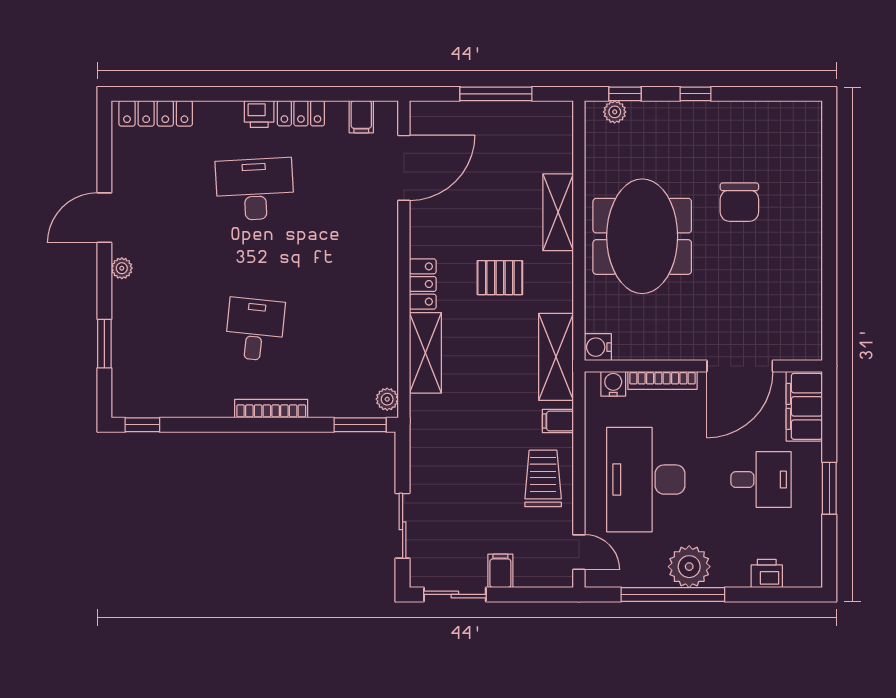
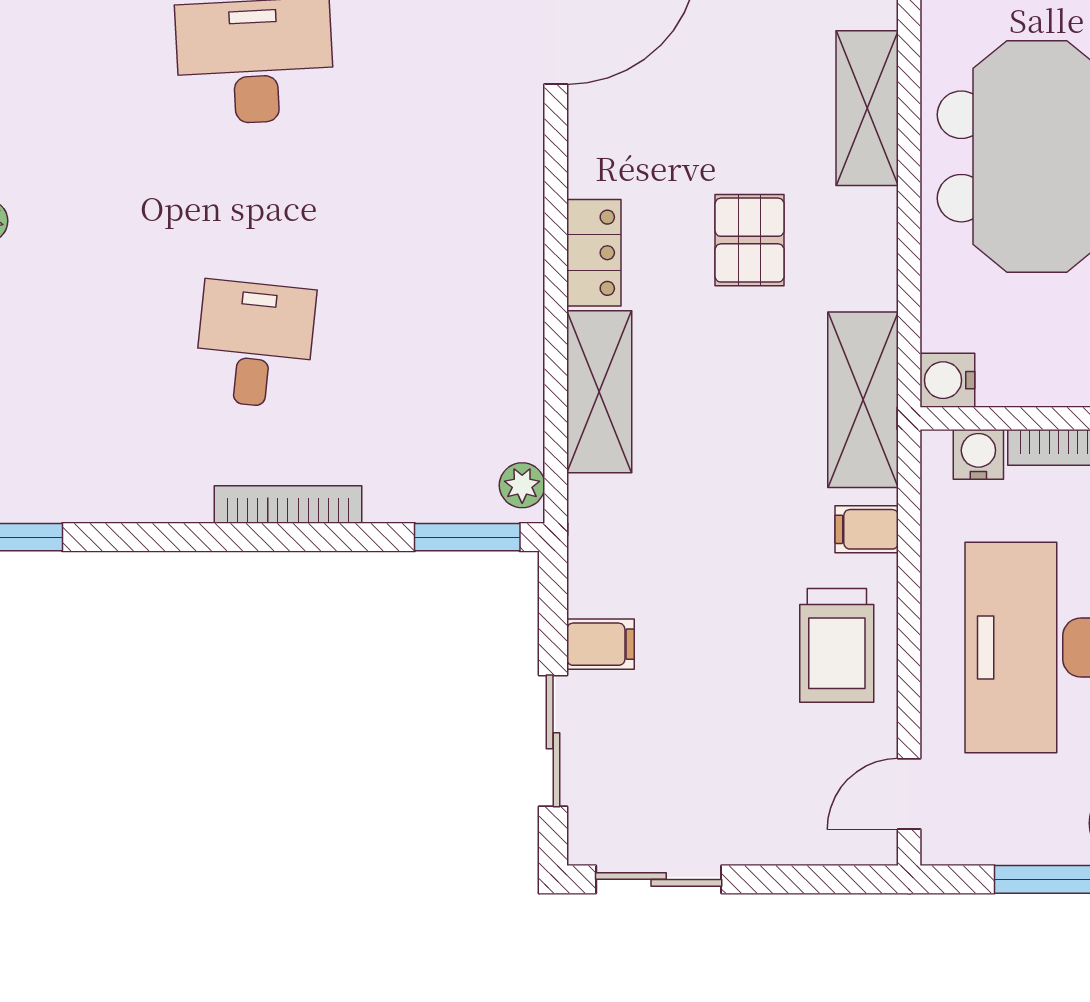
pallet: (500, 278) -> (750, 240), turned 90
trolley: (543, 478) -> (837, 645), turned 180
door: (579, 552) -> (909, 794), swing flipped
filing cabinet: (500, 571) -> (601, 644), moved, turned 90

